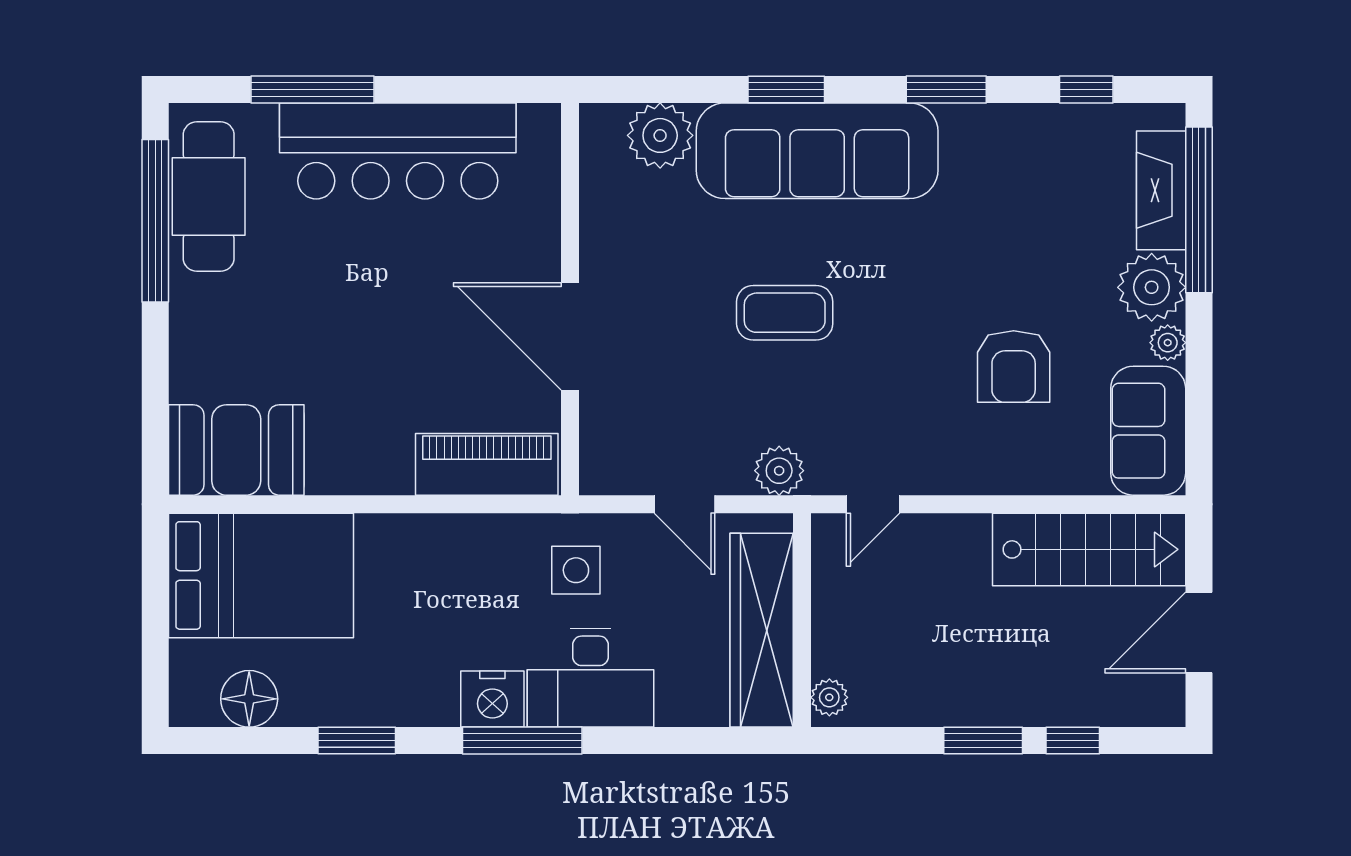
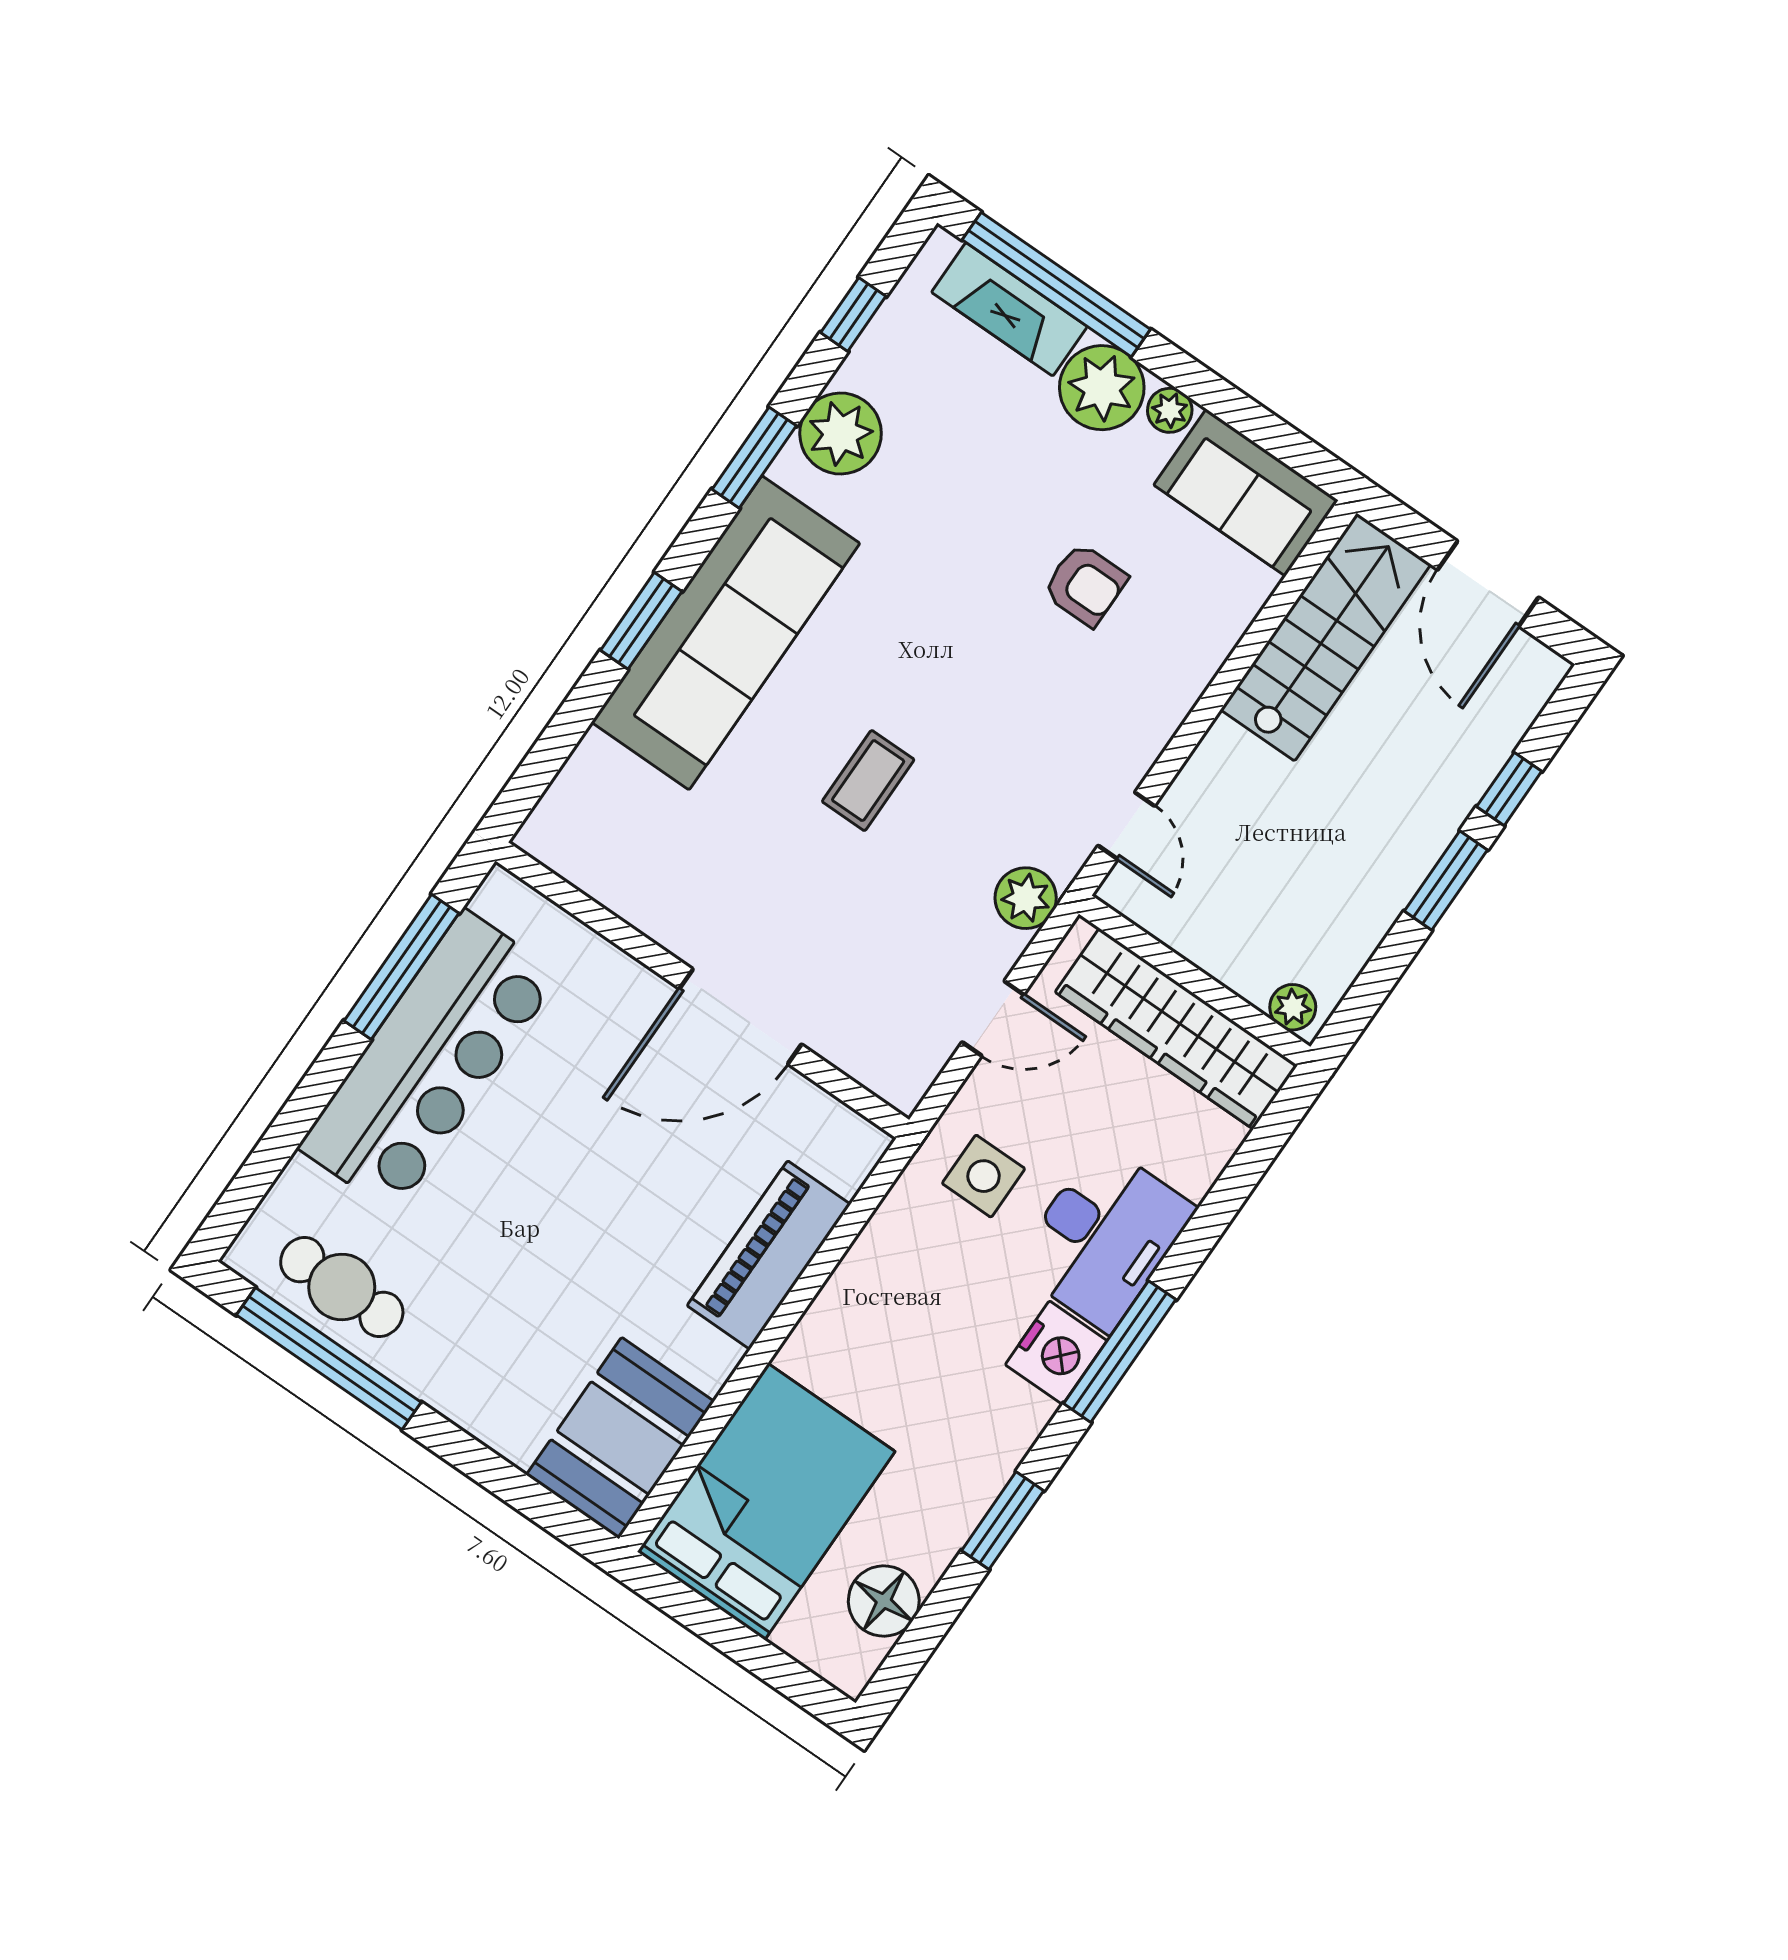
window: (312, 89) -> (401, 967), moved
plant: (660, 135) -> (841, 434), moved
cafe table: (209, 197) -> (342, 1287), width x0.73, depth x0.74
coffee table: (785, 313) -> (868, 781), width x0.73, depth x0.77
armchair: (1014, 367) -> (1085, 585), width x0.72, depth x0.72
piano: (487, 464) -> (769, 1255), moved

